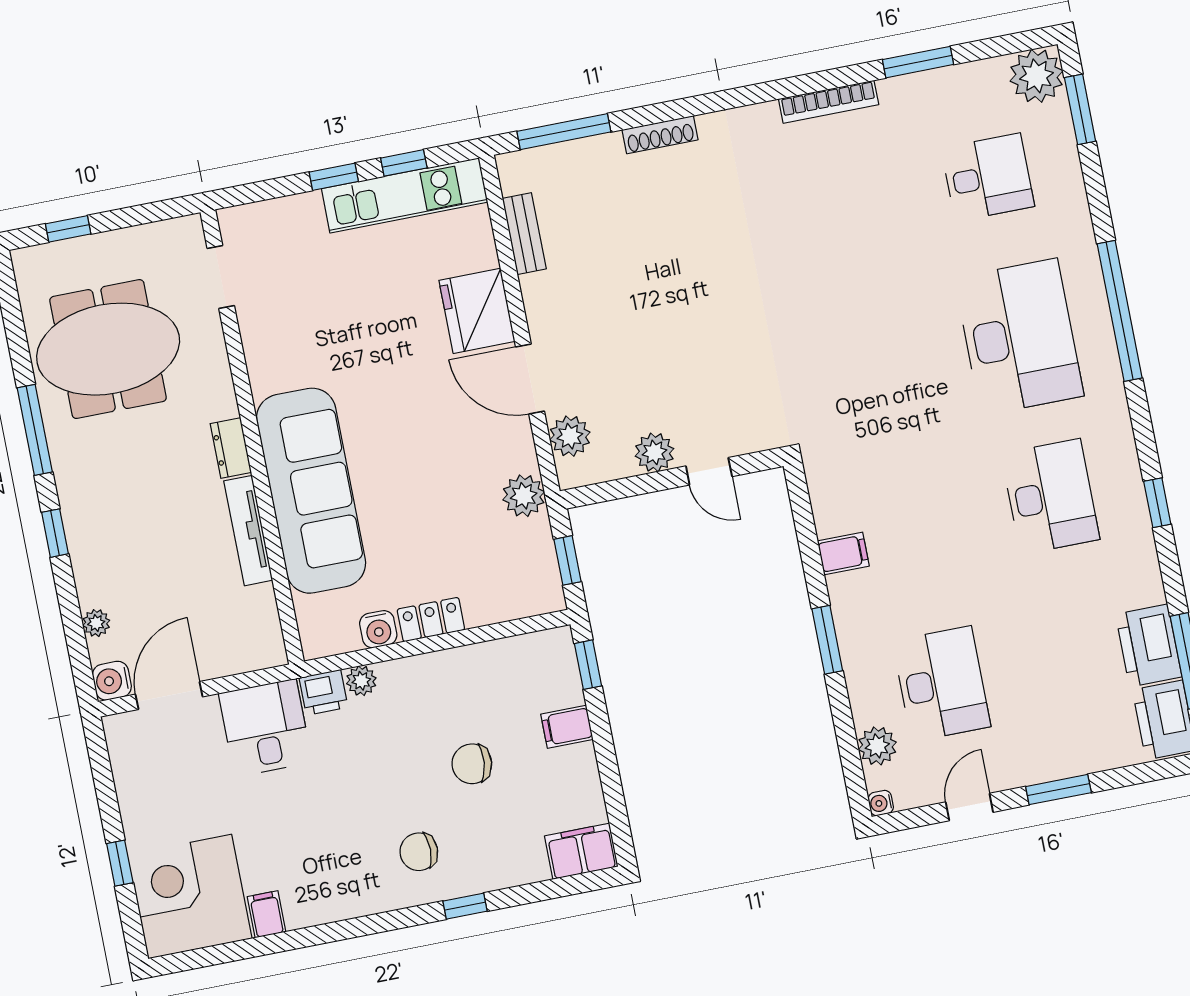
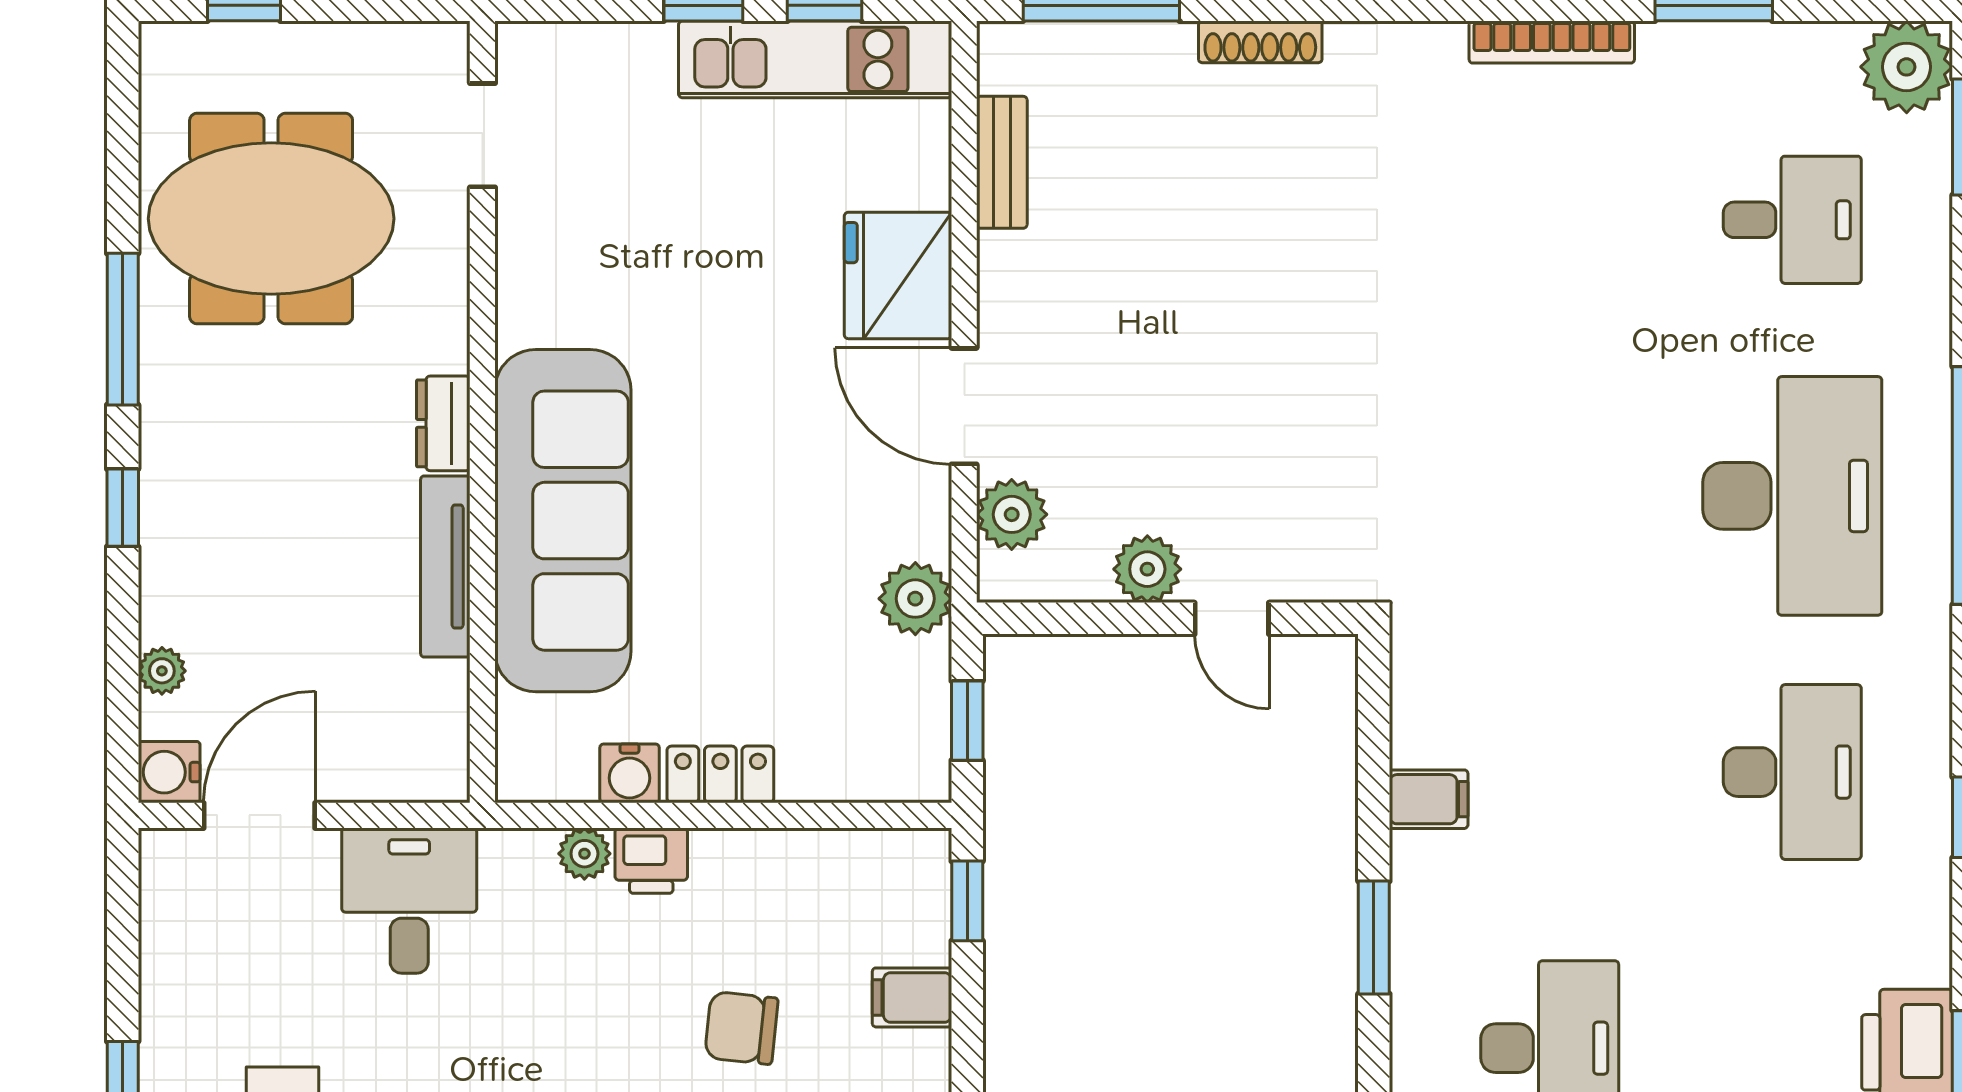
printer: (323, 692) -> (651, 861), moved

